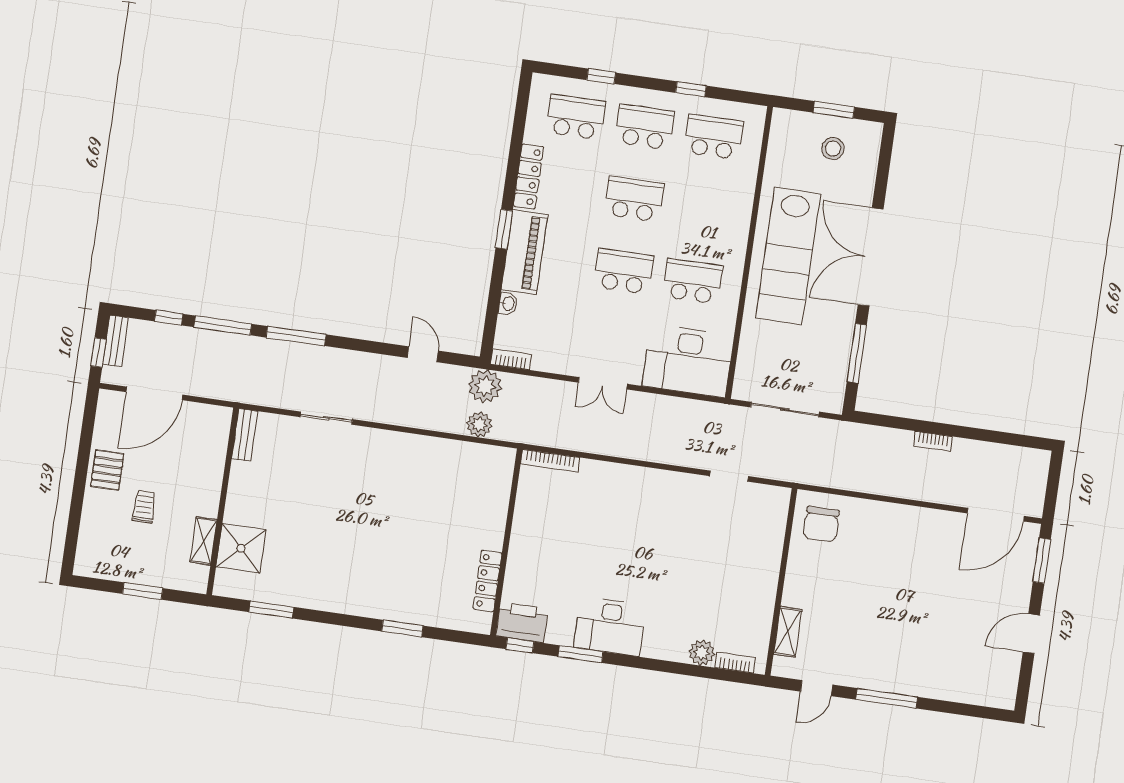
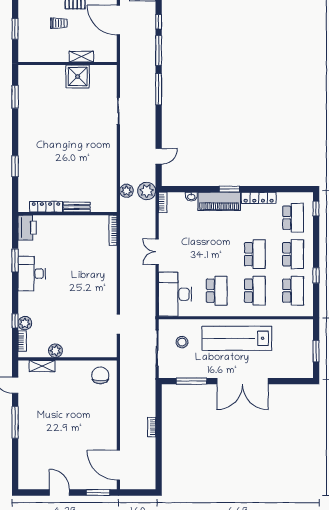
window: (601, 76) -> (316, 209), moved
stool: (833, 149) -> (182, 342), moved
double door: (871, 257) -> (243, 381), swing flipped
school desk: (624, 271) -> (255, 291), moved
bench: (245, 435) -> (77, 207), moved
chair: (821, 524) -> (100, 375), turned 90
shelving: (204, 541) -> (81, 57), moved
shower: (241, 548) -> (78, 77), moved
plant: (762, 602) -> (55, 351), added
window: (520, 645) -> (15, 321), moved

